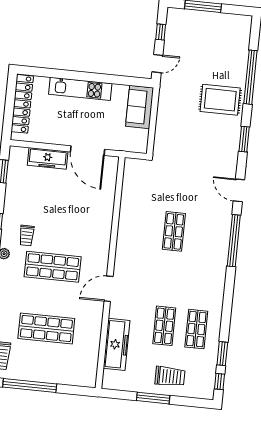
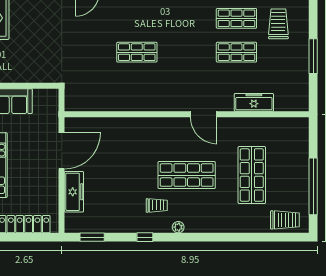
shop shelf: (53, 267) -> (187, 175), turned 90
freezer: (117, 344) -> (254, 102), width x0.73, depth x0.79
trolley: (170, 376) -> (278, 24), moved

